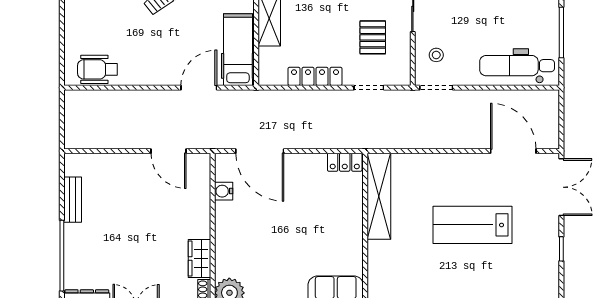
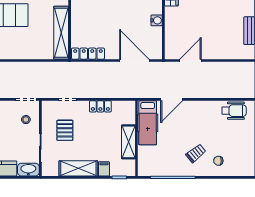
locker: (315, 76) -> (100, 106), width x0.66
door: (168, 151) -> (190, 60), hinge flipped
locker: (345, 162) -> (88, 54), width x1.53
water cooler: (224, 191) -> (157, 20), moved

